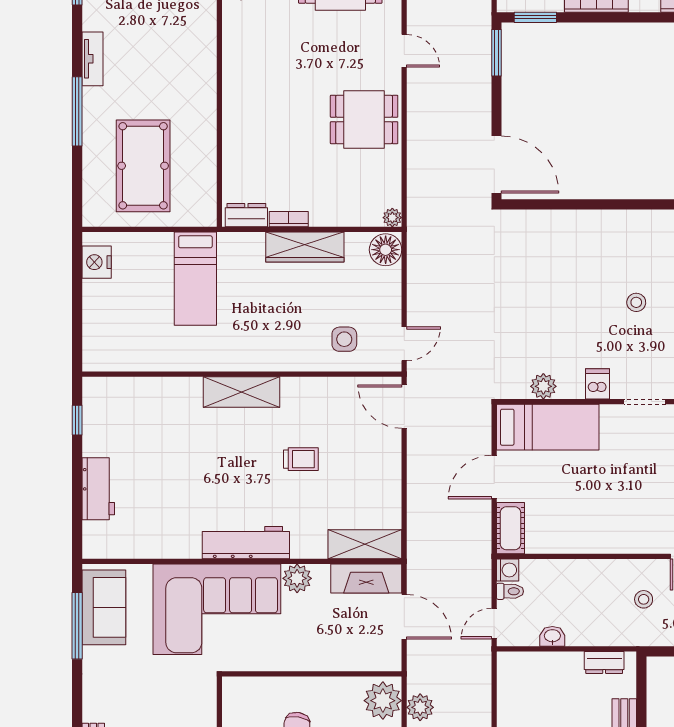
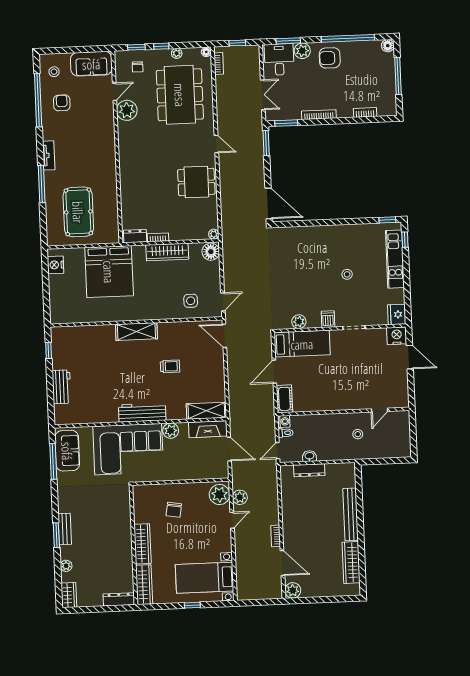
bed: (195, 279) -> (109, 272), width x2.04
dresser: (604, 662) -> (309, 470), moved, width x1.44

